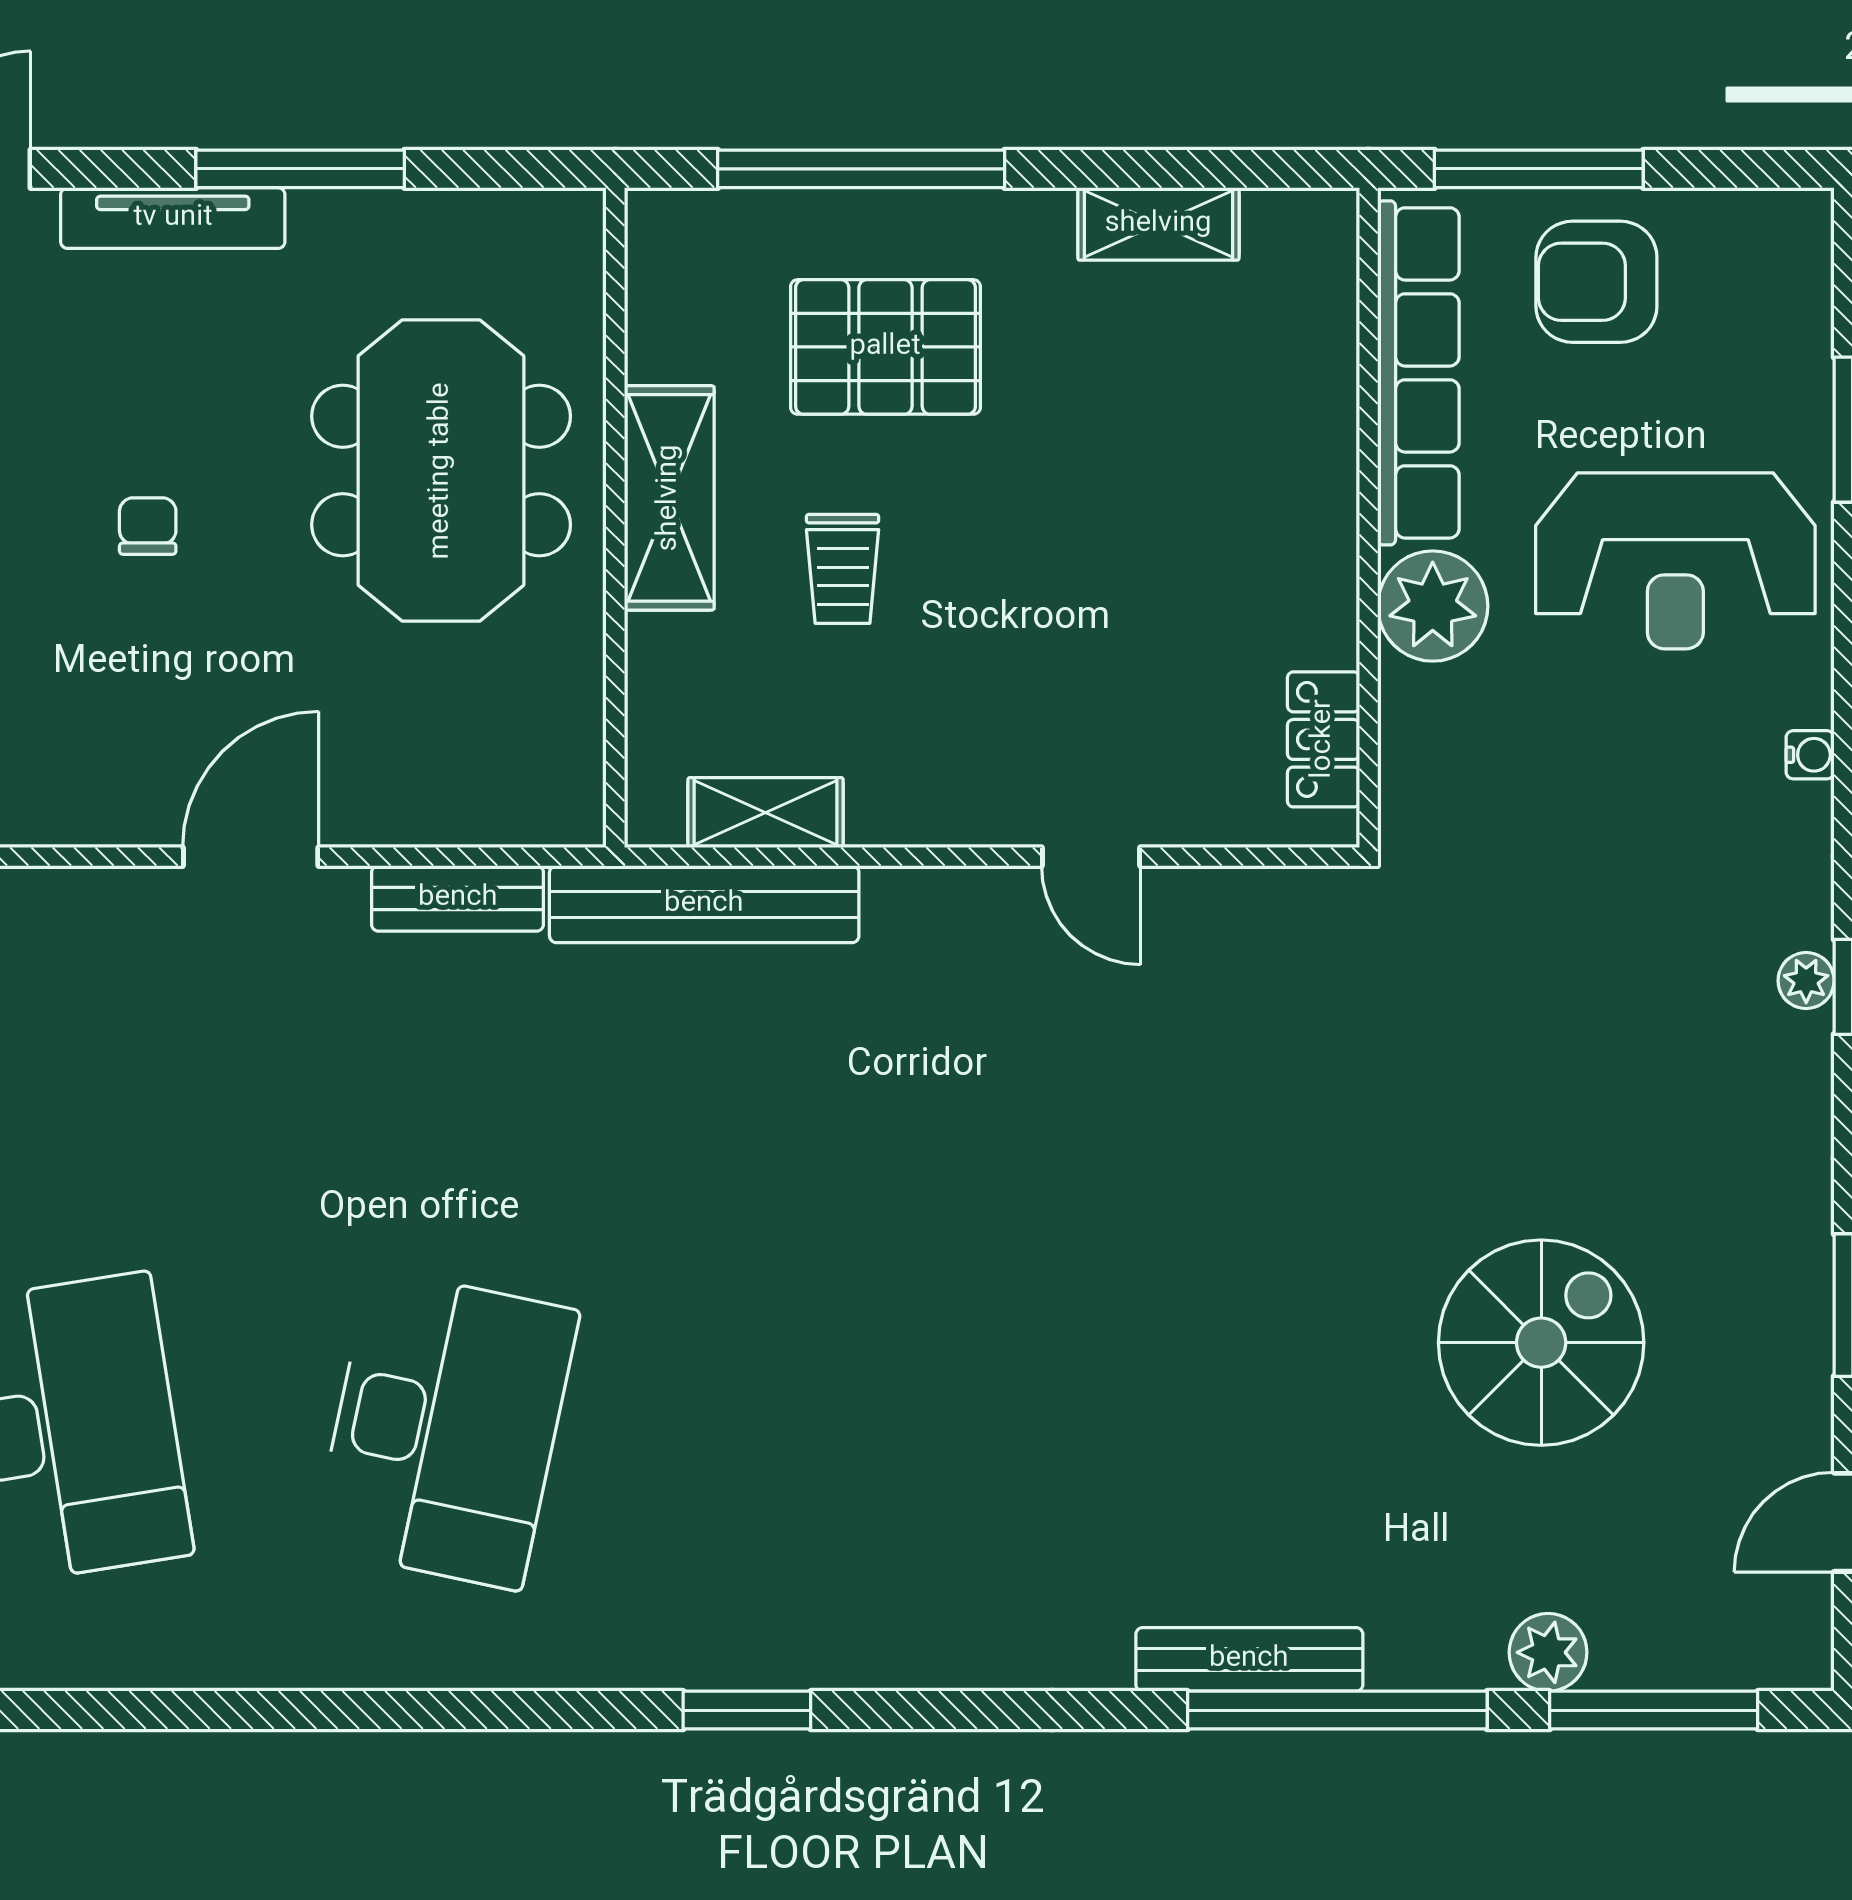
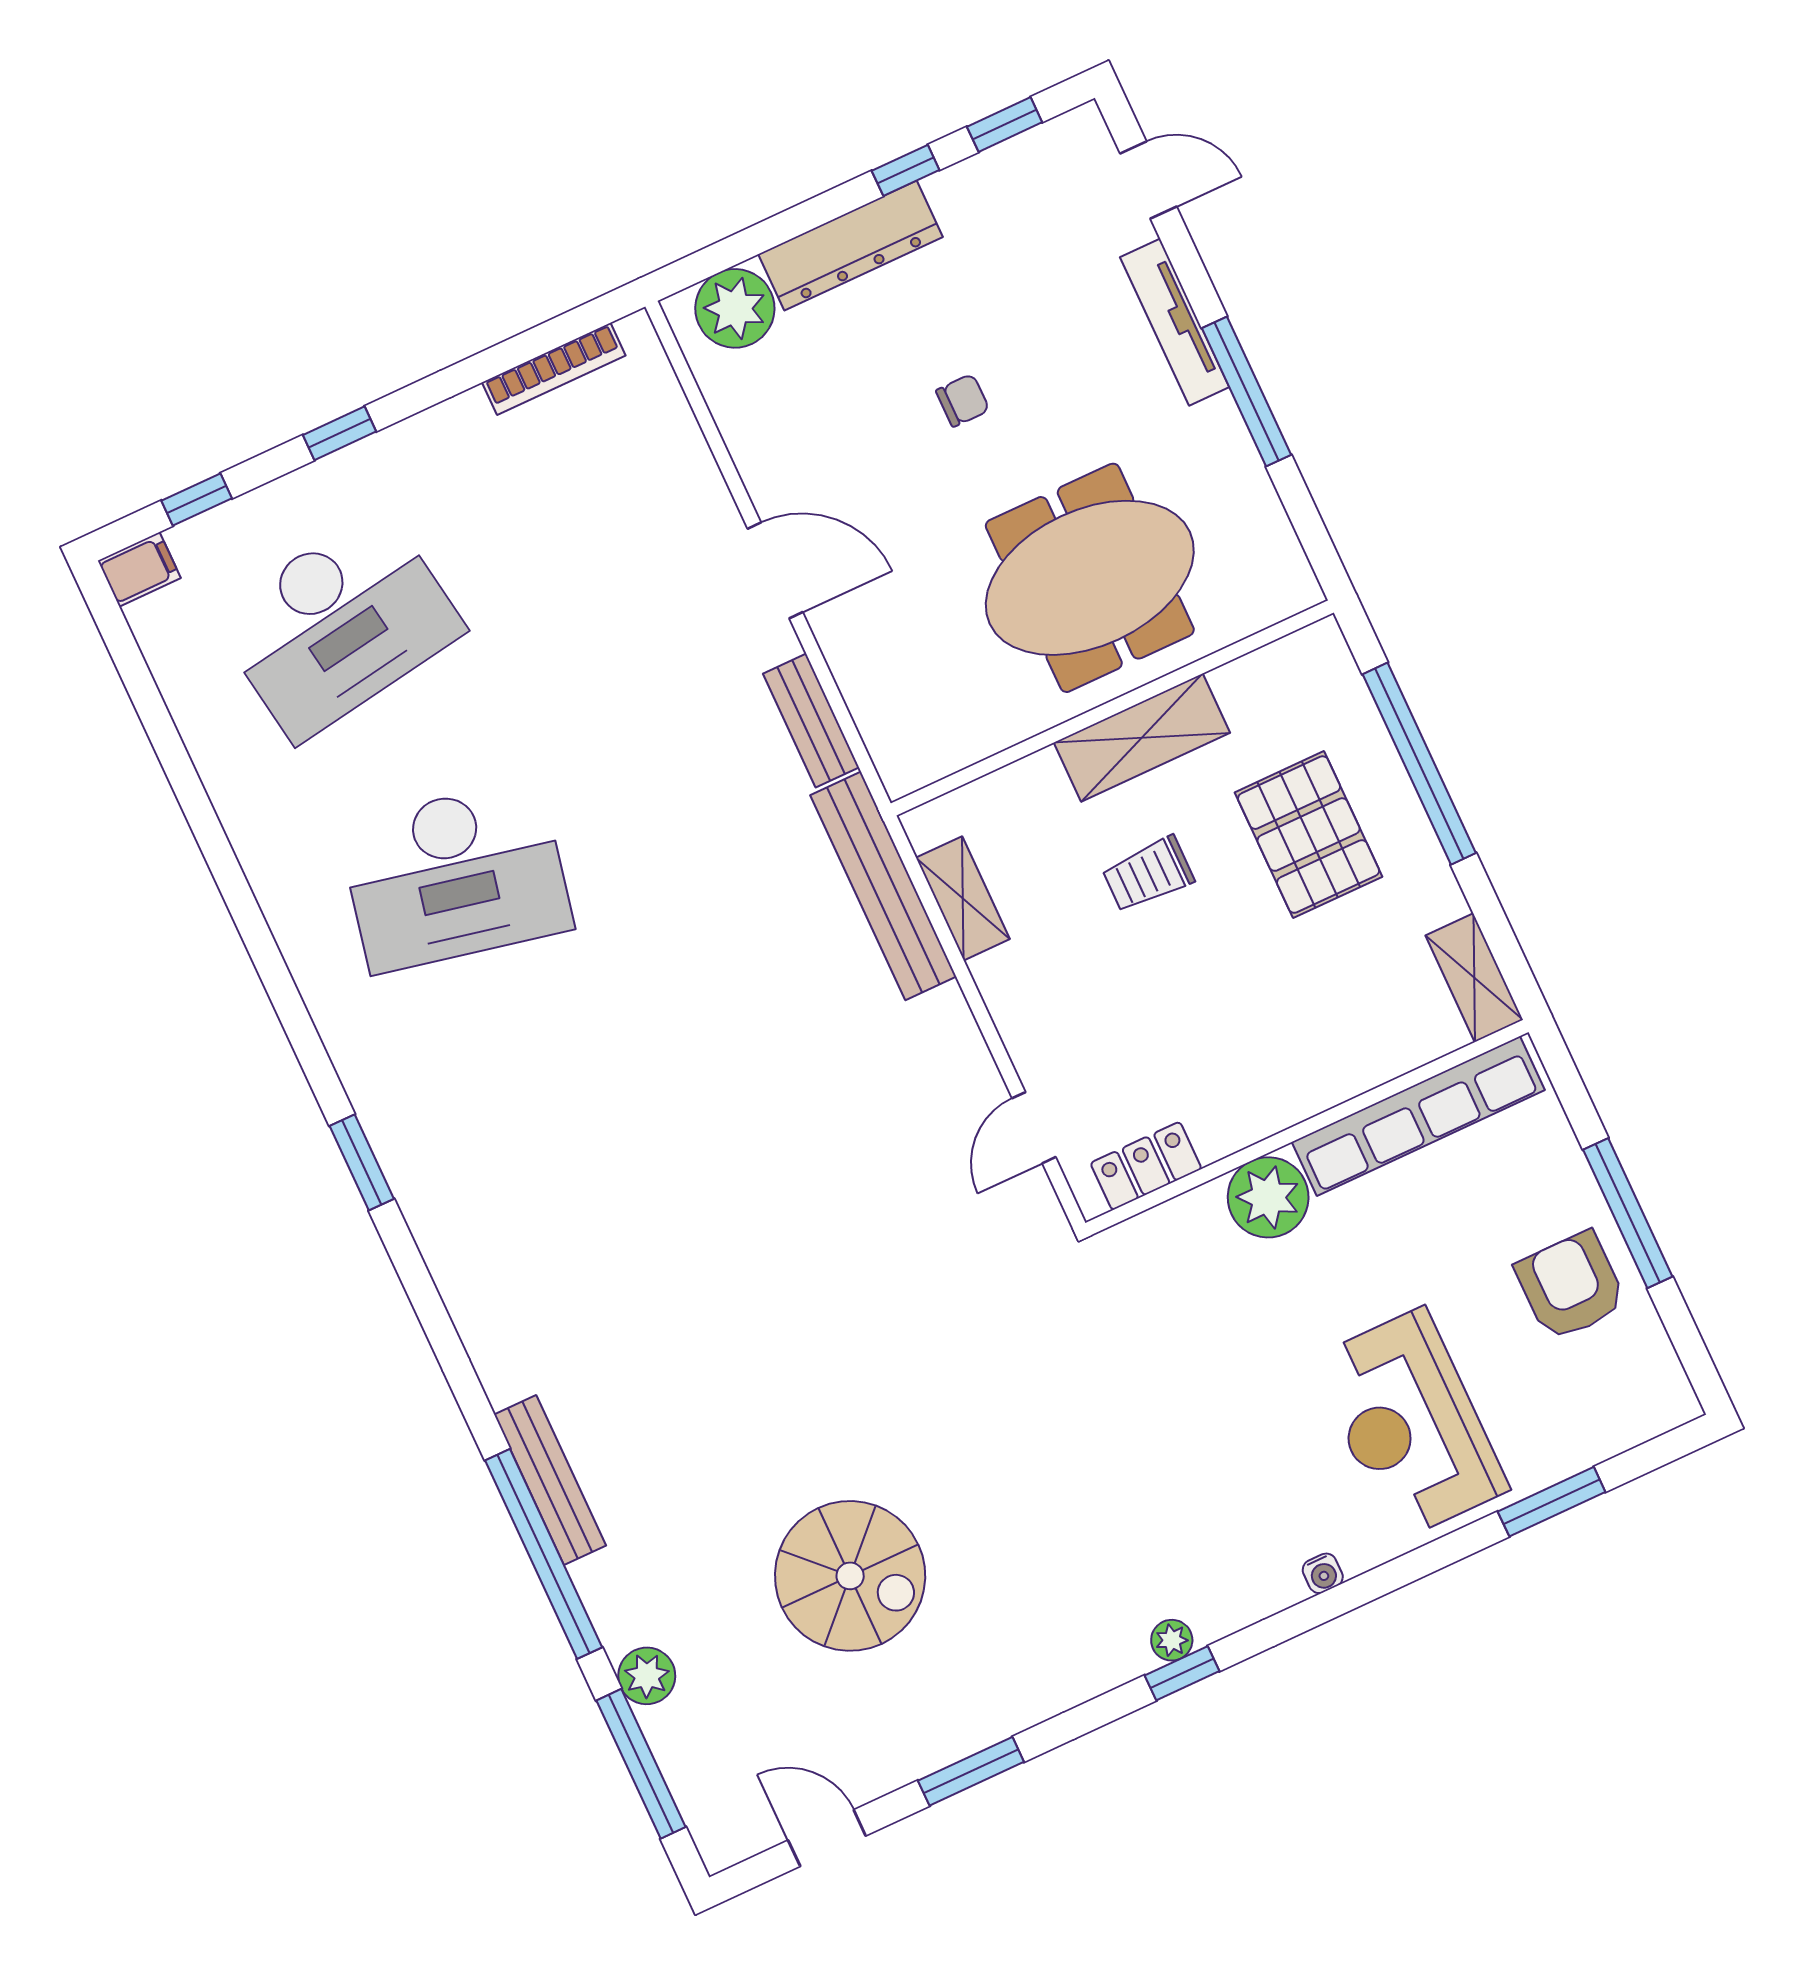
row of seats: (1418, 373) -> (1418, 1116), moved
wall: (1369, 518) -> (1307, 1128), moved
plant: (1433, 606) -> (1268, 1197), moved
locker: (1323, 739) -> (1146, 1166), moved

